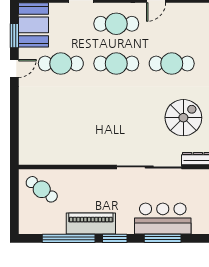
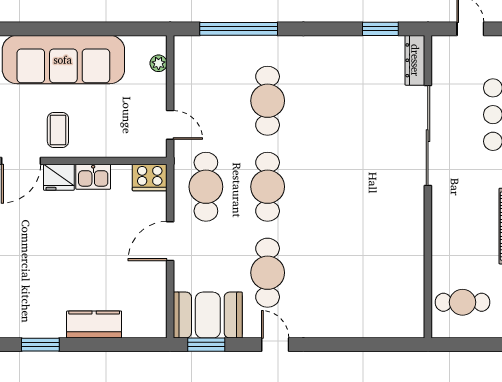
window: (14, 36) -> (206, 345), moved
spiral stairs: (183, 118) -> (351, 83), removed
cafe table: (42, 189) -> (463, 302), turned 54

